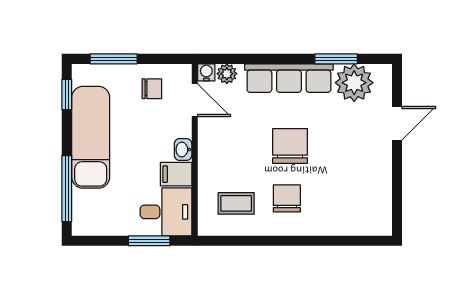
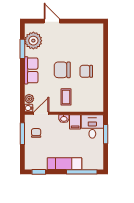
window: (114, 59) -> (22, 134), moved
row of seats: (289, 78) -> (31, 70), width x0.68
exam couch: (91, 137) -> (64, 164), width x0.73, depth x0.69
coffee table: (236, 203) -> (66, 97), moved

